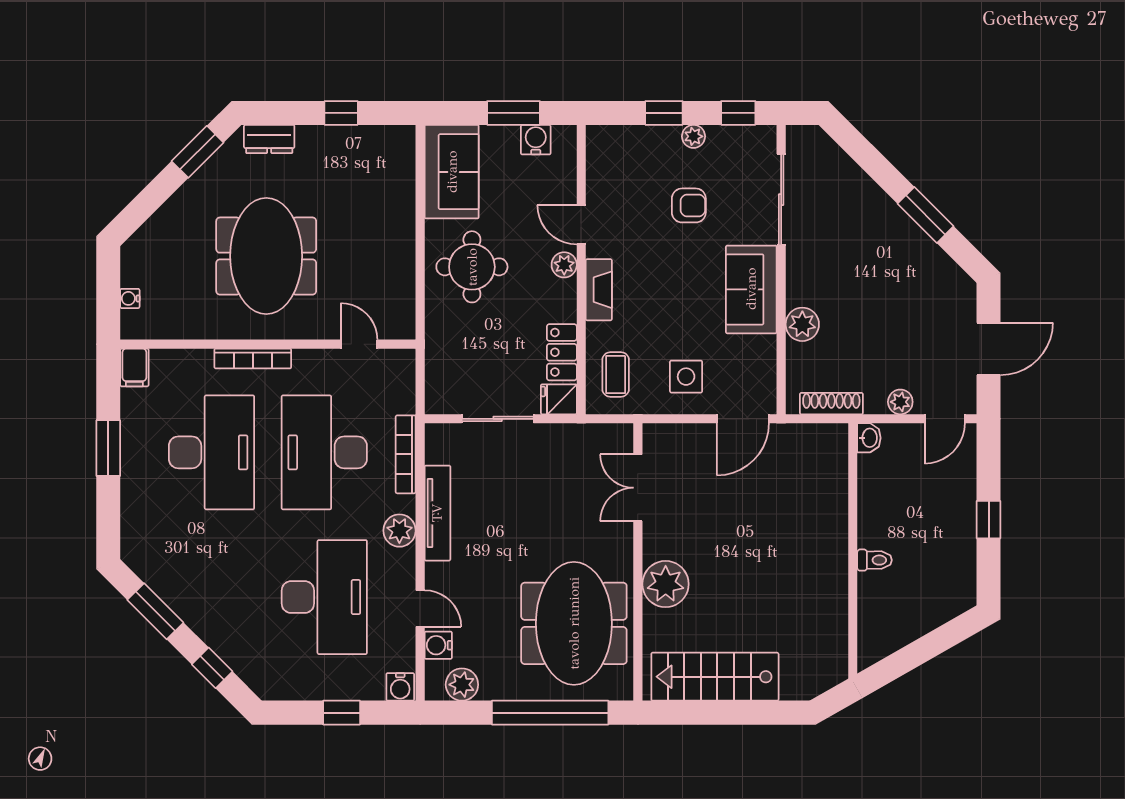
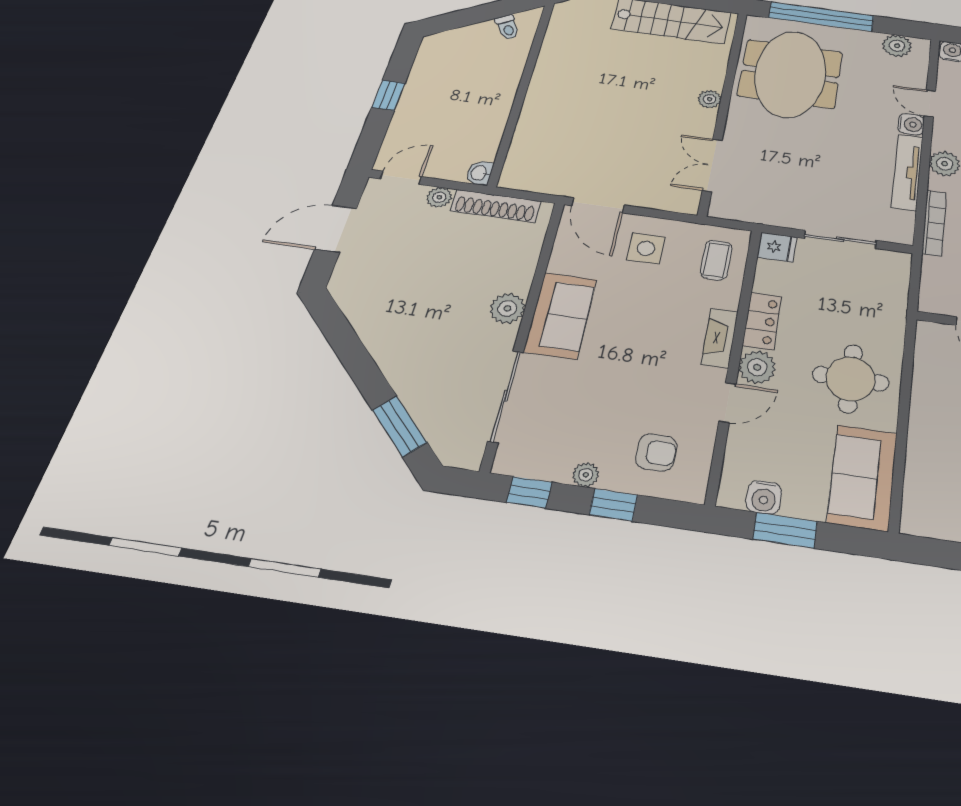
armchair: (689, 205) -> (656, 452), moved, turned 180
window: (926, 215) -> (400, 426), moved
door: (581, 225) -> (727, 403), hinge flipped
plant: (564, 265) -> (757, 367), width x1.38, depth x1.38
plant: (802, 324) -> (507, 308), moved
locker: (562, 352) -> (762, 321), moved
shoe rack: (831, 404) -> (496, 206), width x1.36, depth x1.24
door: (743, 419) -> (598, 205), swing flipped
double door: (638, 488) -> (712, 165), swing flipped
toilet: (875, 560) -> (507, 27), moved, turned -120
plant: (666, 584) -> (710, 99), width x0.53, depth x0.53
water cooler: (438, 645) -> (911, 124), moved

